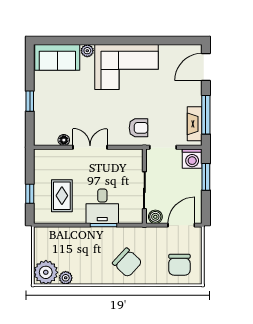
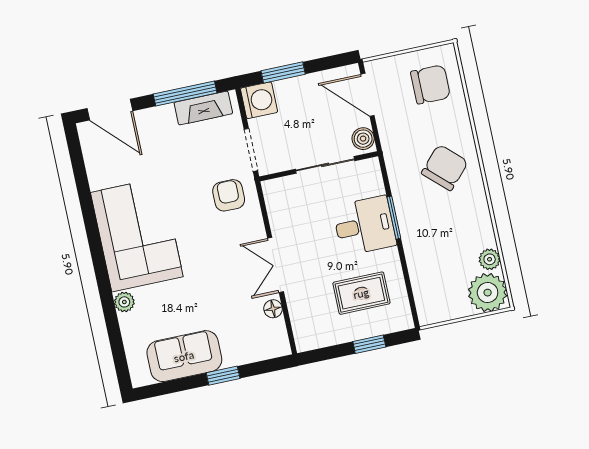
sofa: (57, 57) -> (184, 356), moved, turned -90

